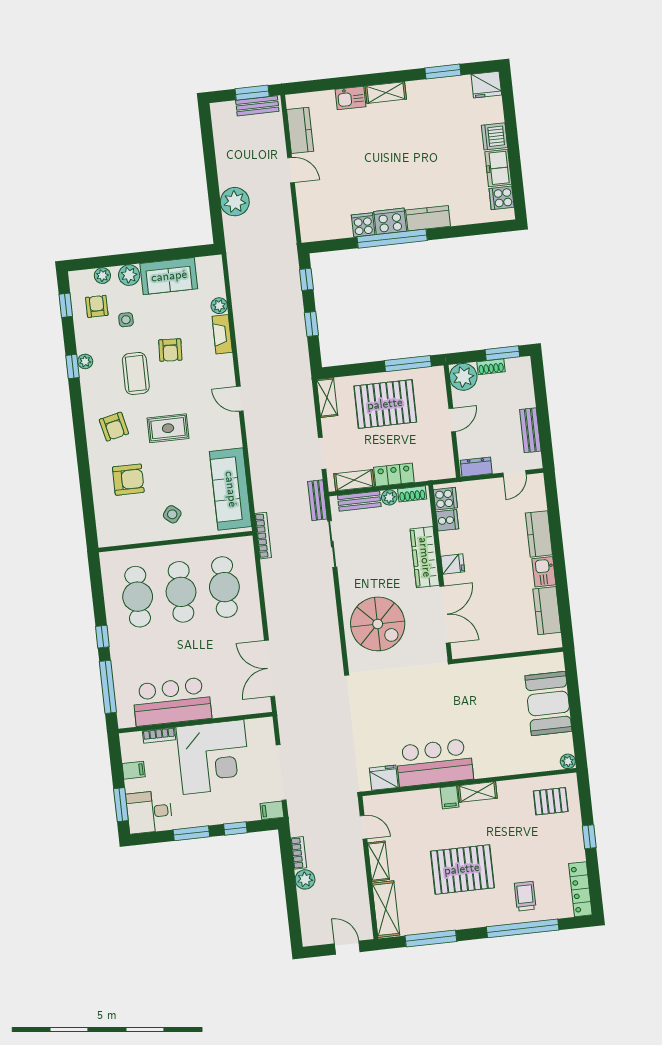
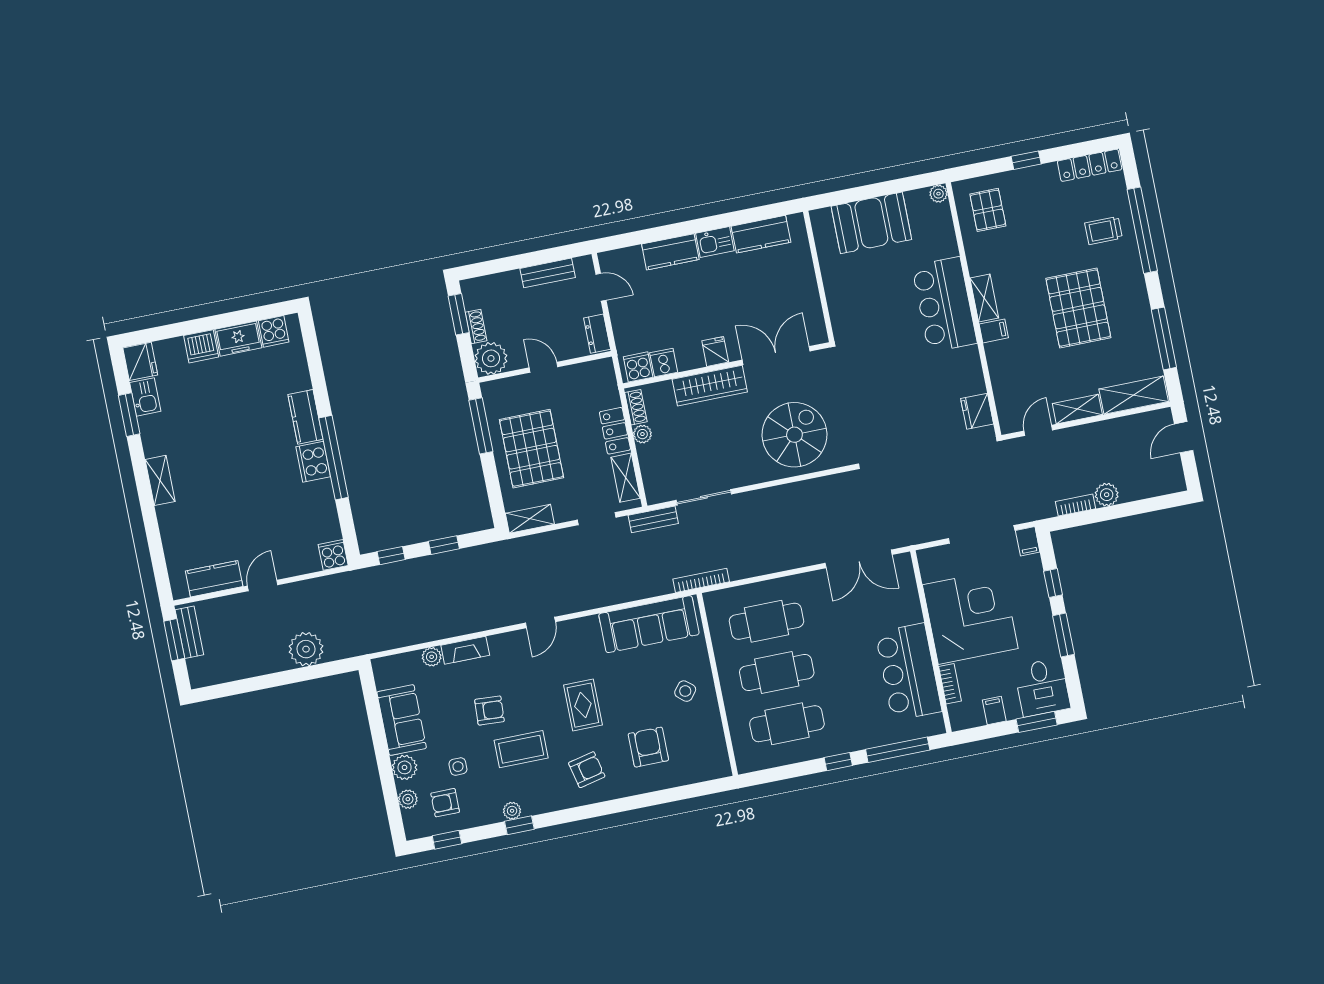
kitchen sink: (350, 98) -> (145, 397), moved
cooker: (363, 225) -> (333, 555), moved, turned 90
bench: (359, 501) -> (650, 469), removed
bar counter: (434, 763) -> (944, 305), moved

